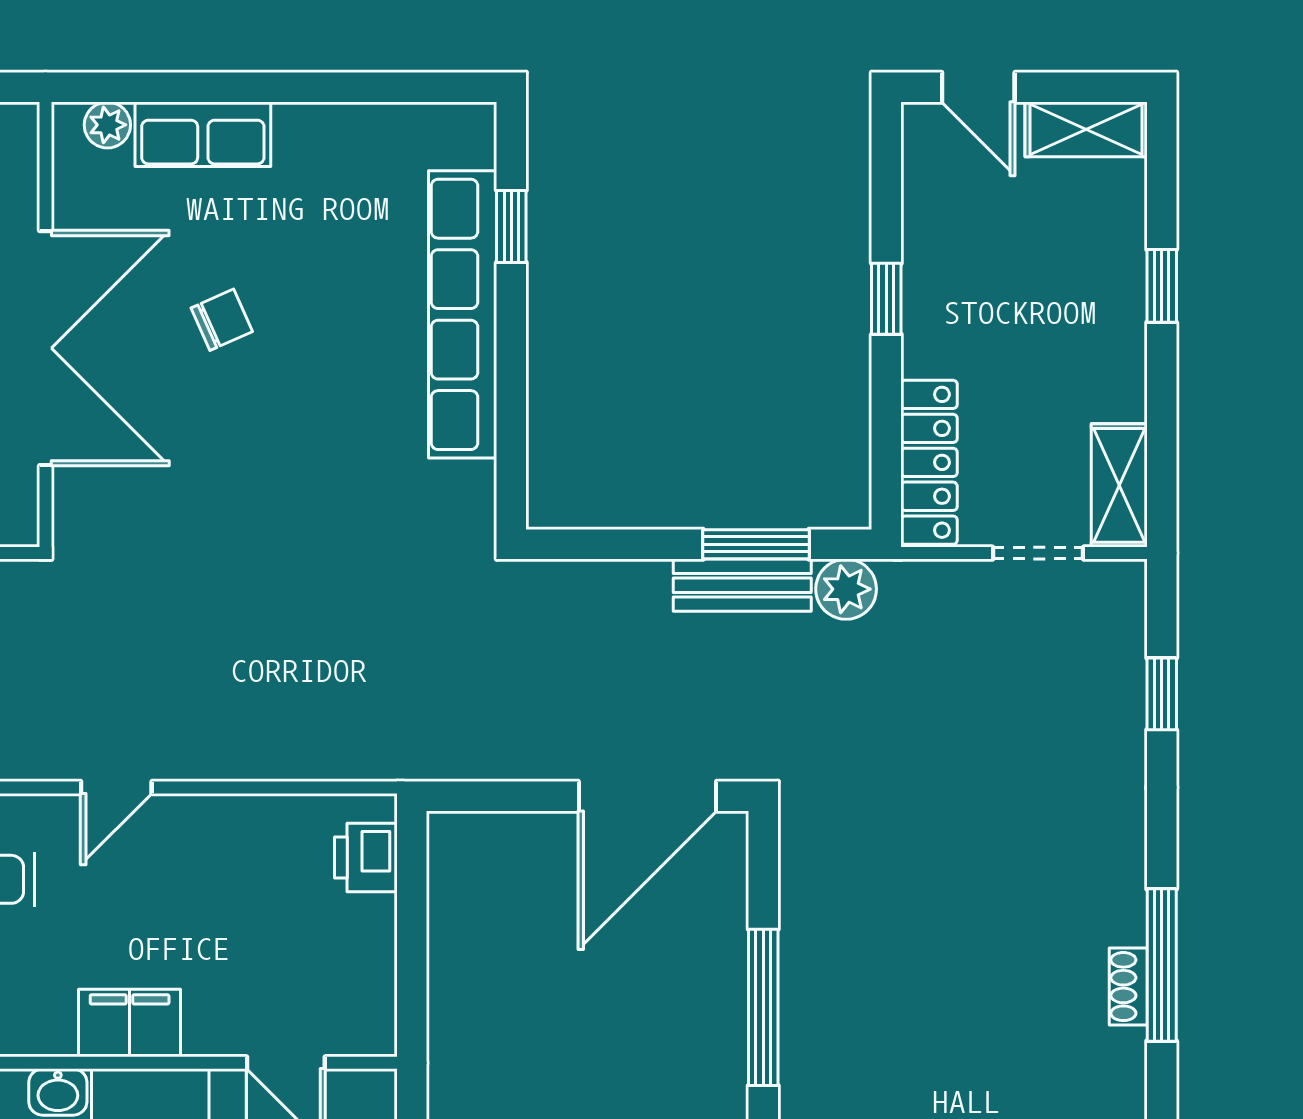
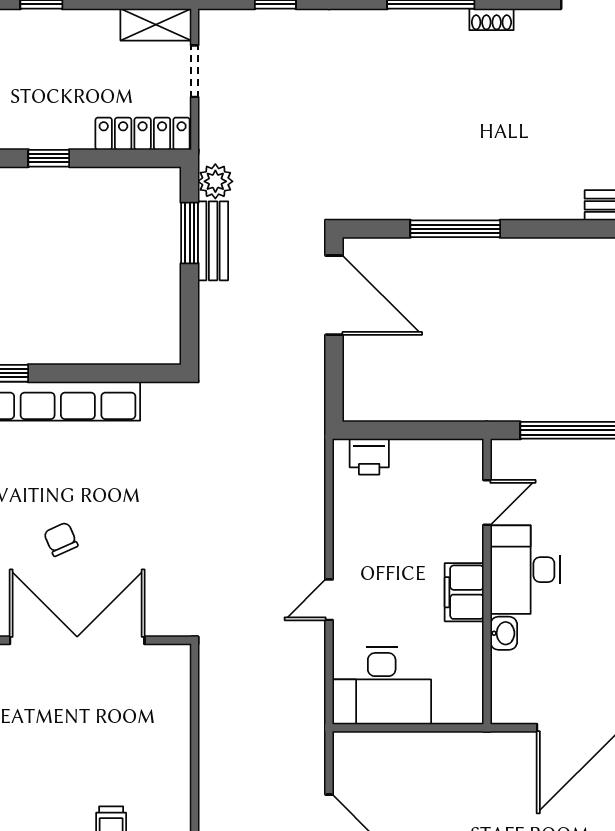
door: (116, 787) -> (329, 600), swing flipped
shoe rack: (1128, 987) -> (491, 19), moved

